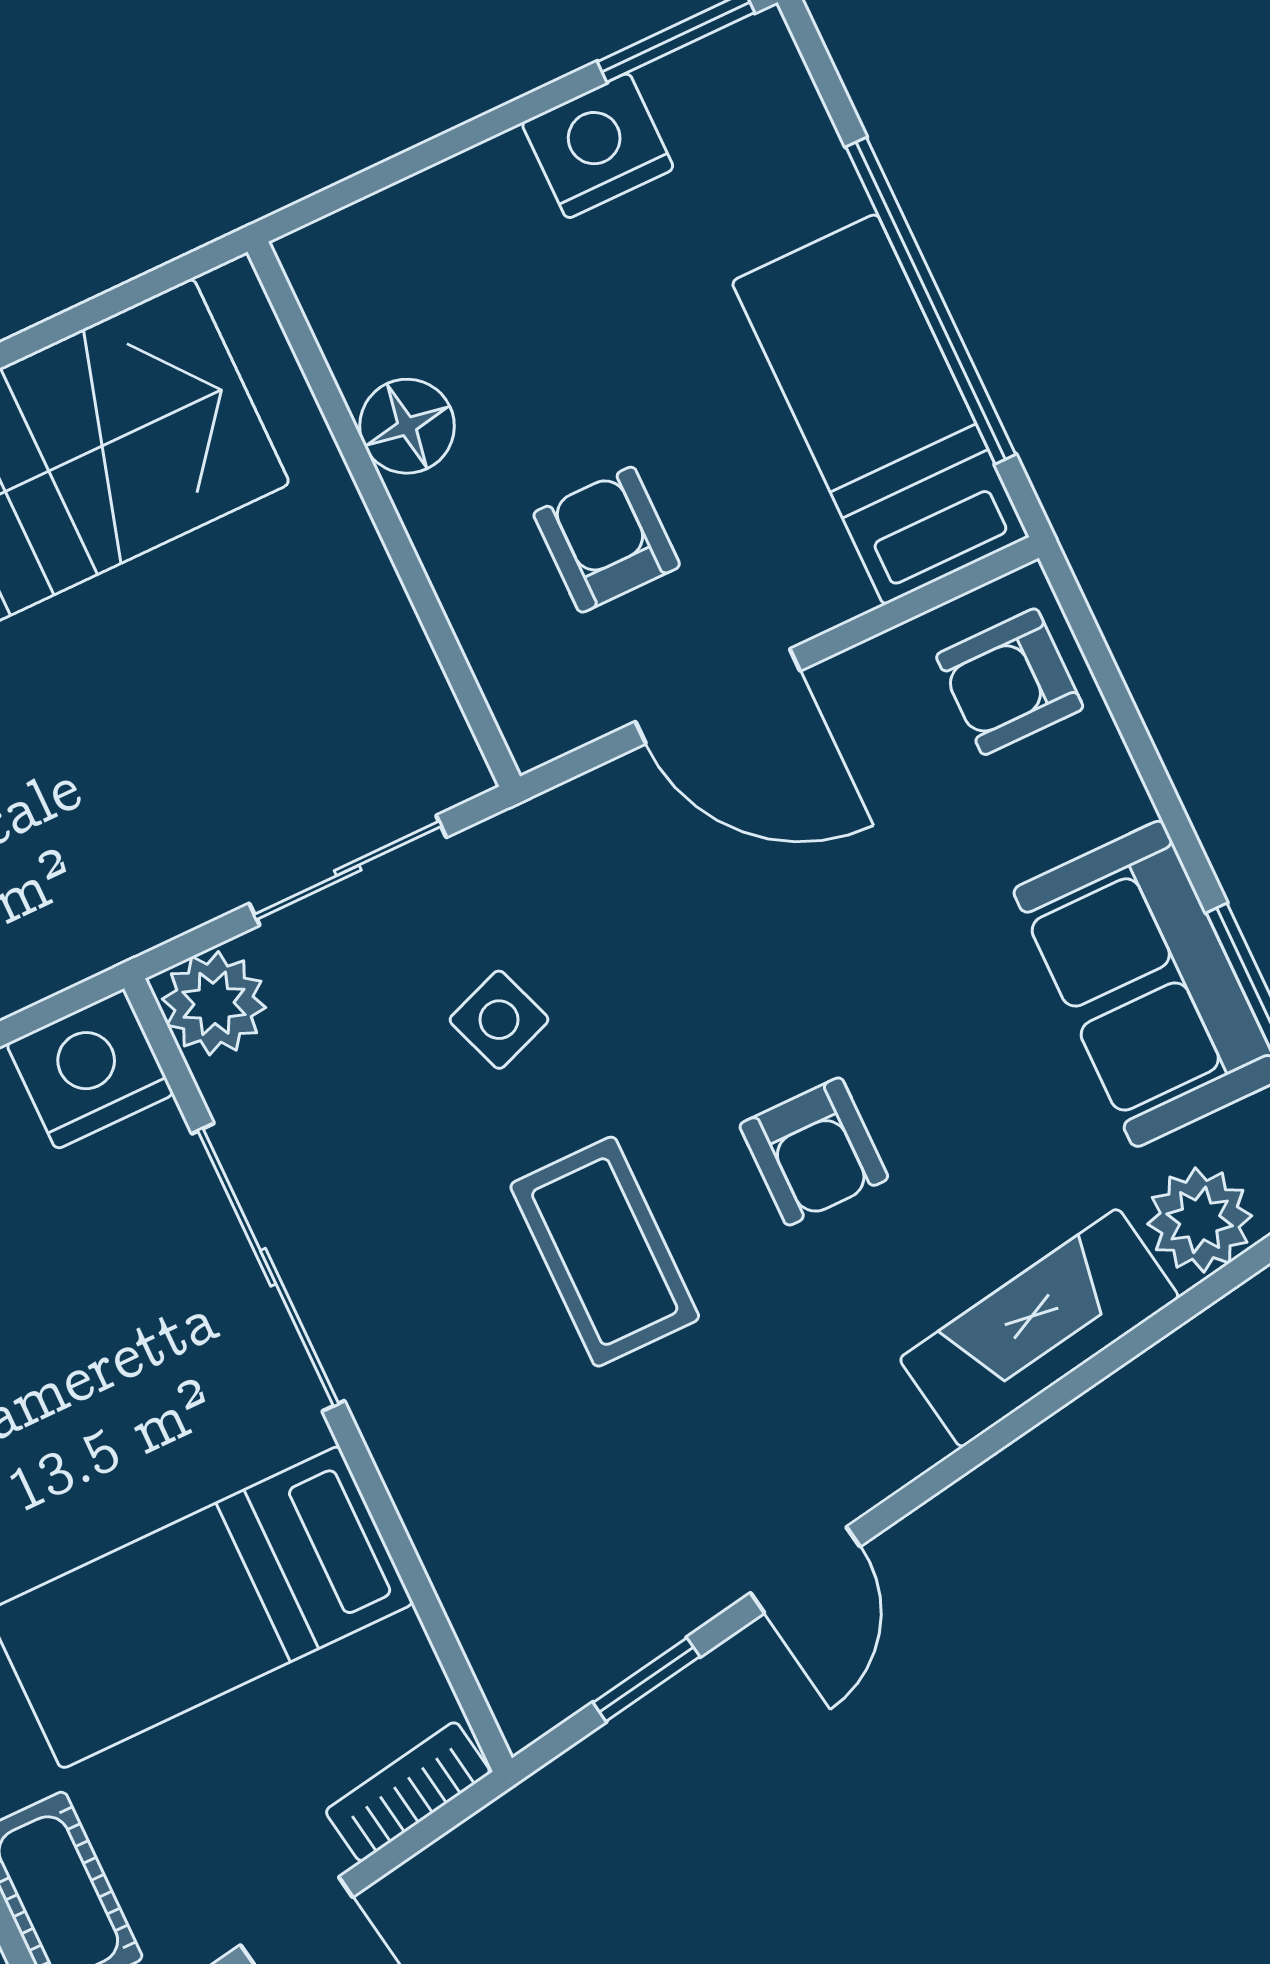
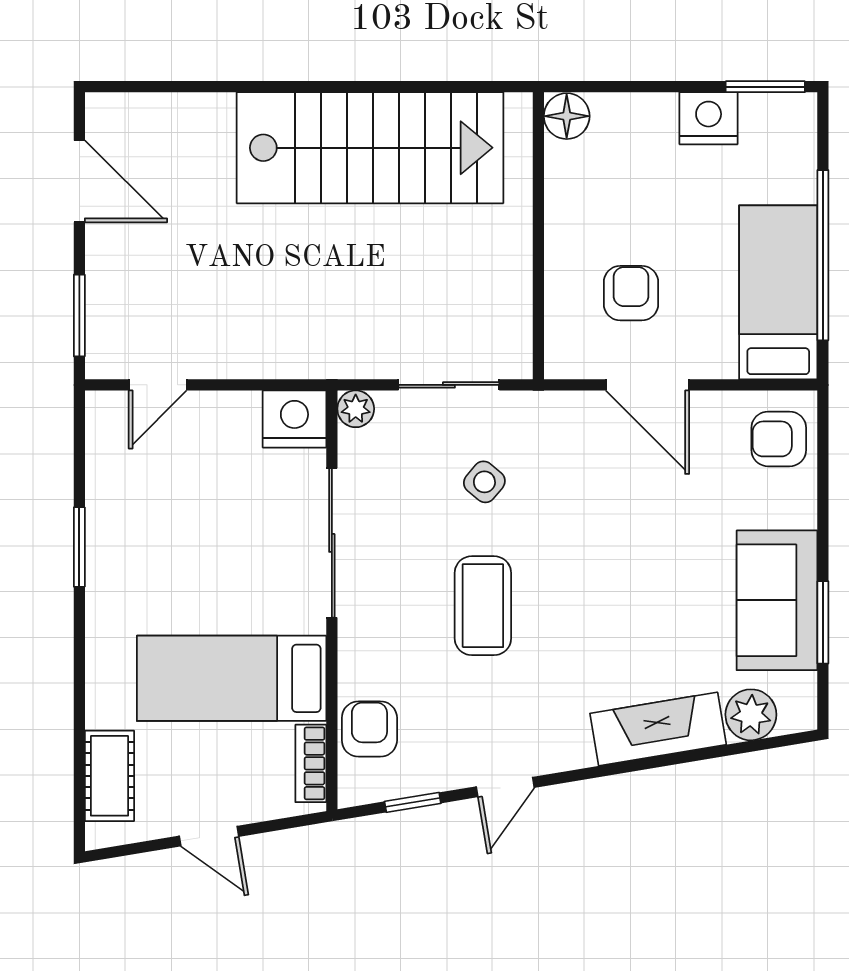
floor lamp: (407, 426) -> (567, 116), moved
plant: (214, 1003) -> (356, 409), width x0.73, depth x0.73
side table: (499, 1020) -> (484, 482), turned -30
armchair: (814, 1151) -> (369, 729), moved, turned 180
bookcase: (408, 1792) -> (311, 763), moved, turned -81

